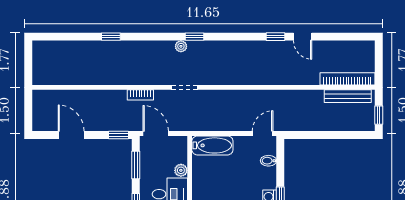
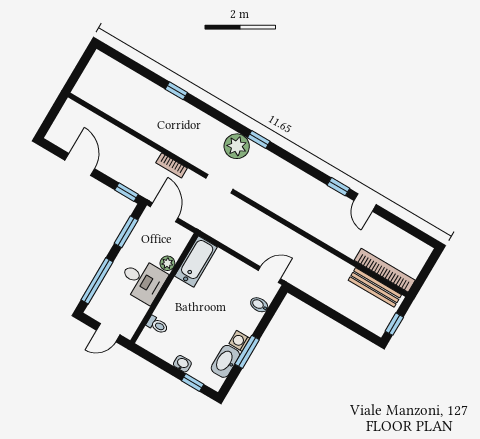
plant: (181, 46) -> (237, 146), width x1.88, depth x1.88
bathtub: (212, 145) -> (196, 262), moved, turned -90

